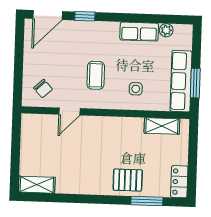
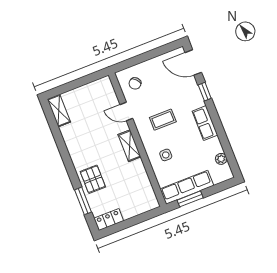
row of seats: (139, 32) -> (205, 123), moved
shelving: (162, 126) -> (129, 146), moved

